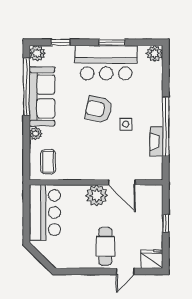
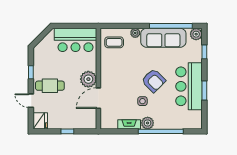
plant: (155, 53) -> (148, 123), moved
armchair: (99, 109) -> (154, 81), turned 123
window: (166, 127) -> (161, 131), moved
window: (88, 271) -> (31, 72), added

